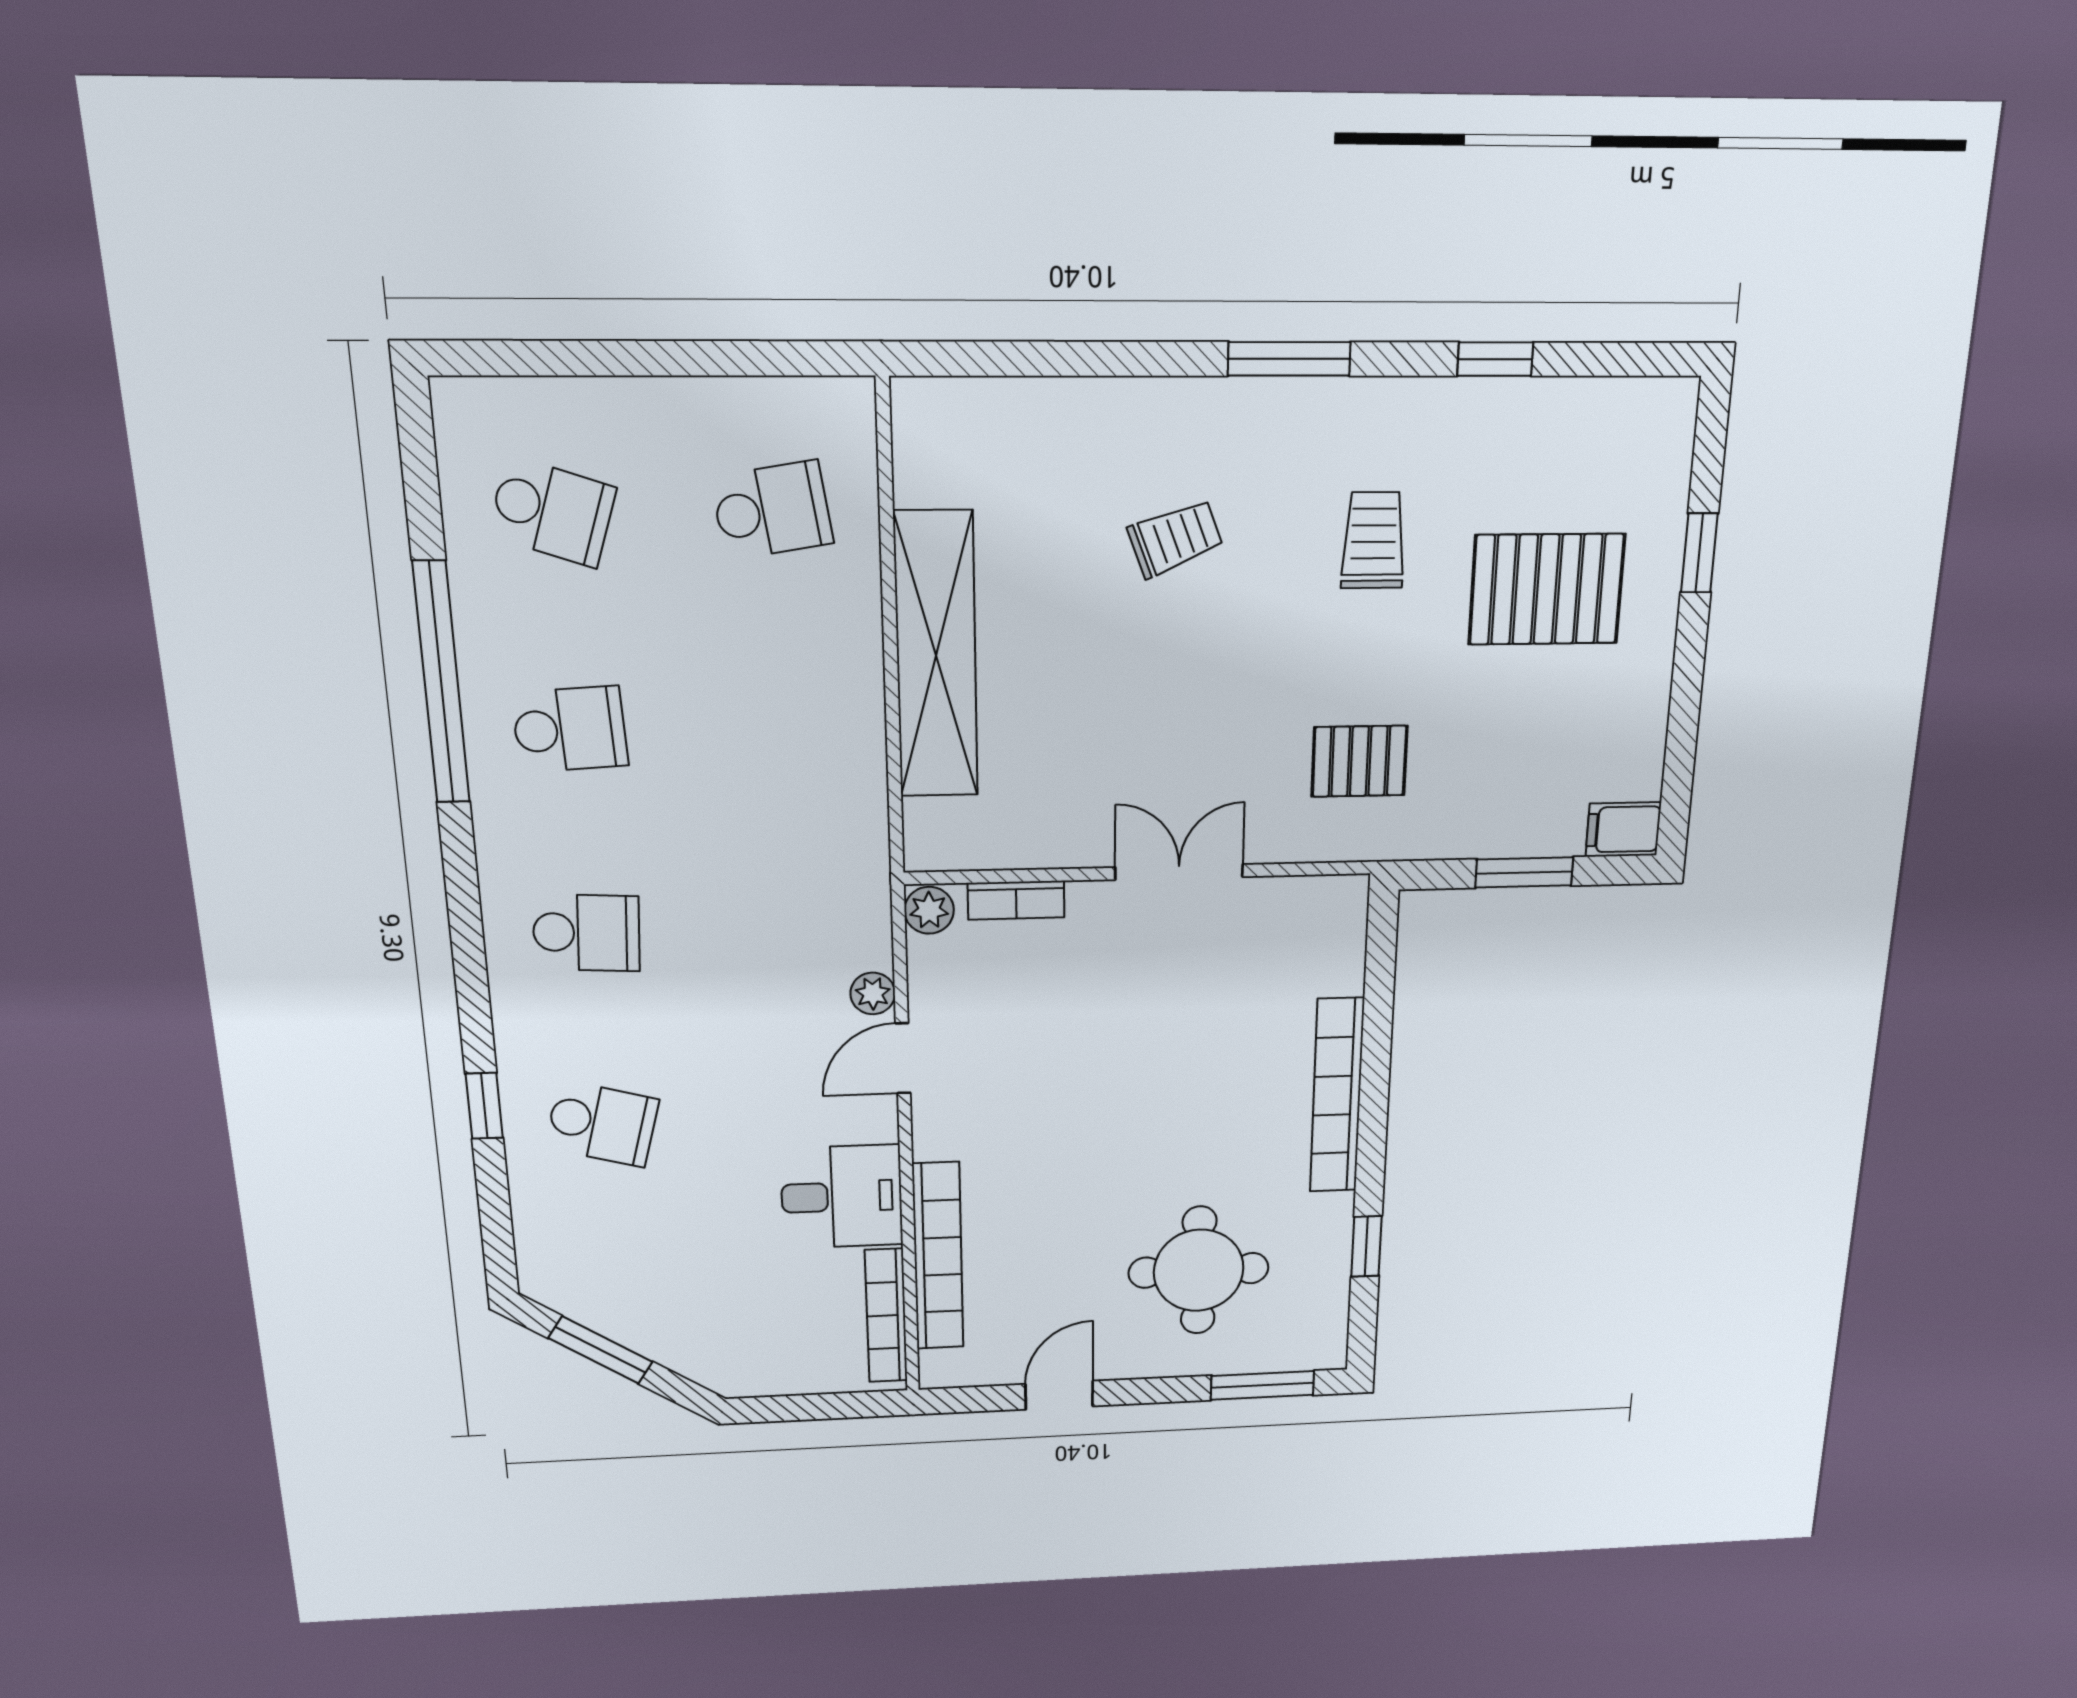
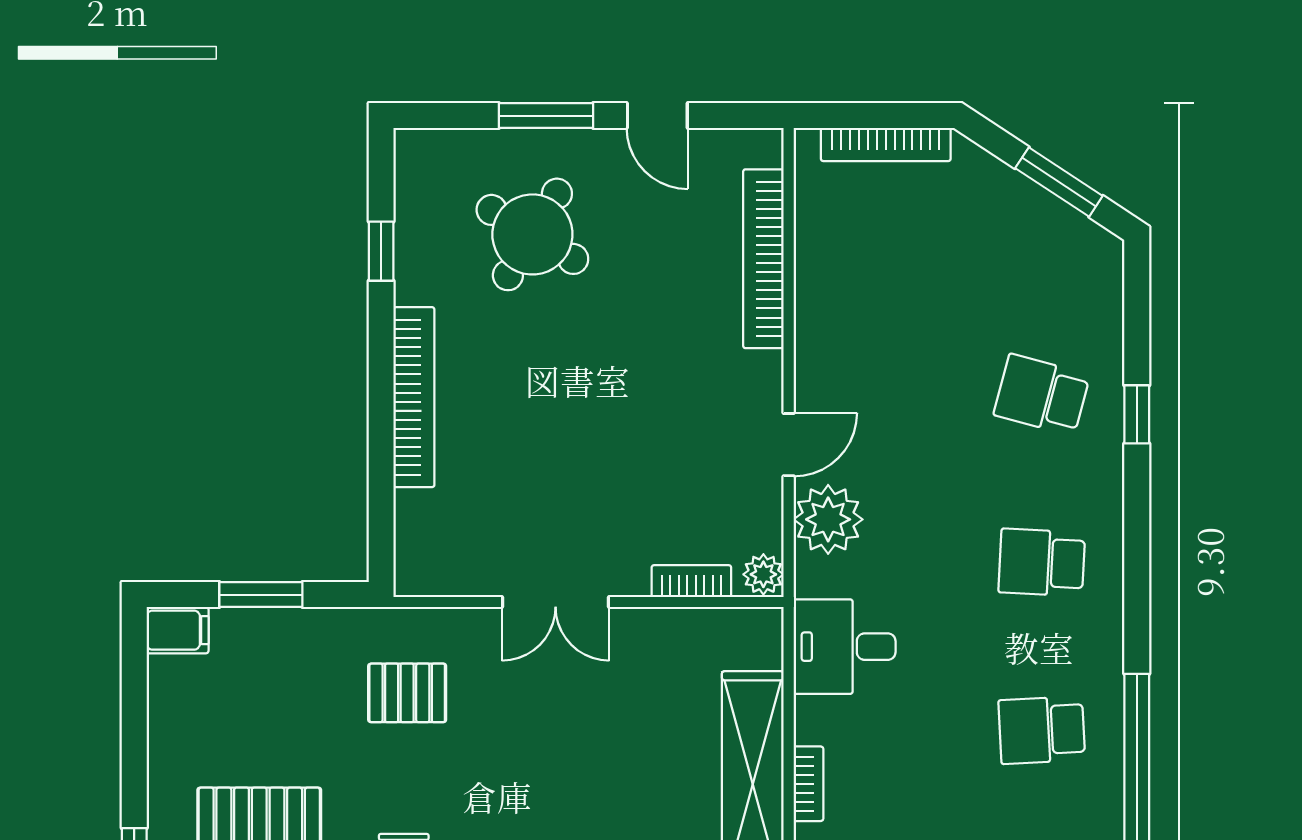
bookcase: (866, 657) -> (808, 784), added
plant: (873, 993) -> (828, 519), width x1.88, depth x1.88
desk: (842, 1197) -> (845, 647), moved
round table: (1199, 1270) -> (532, 234), turned 31
bookcase: (886, 1316) -> (886, 144), moved, turned 90
window: (1262, 1385) -> (546, 116), moved
door: (1059, 1395) -> (657, 116), hinge flipped

